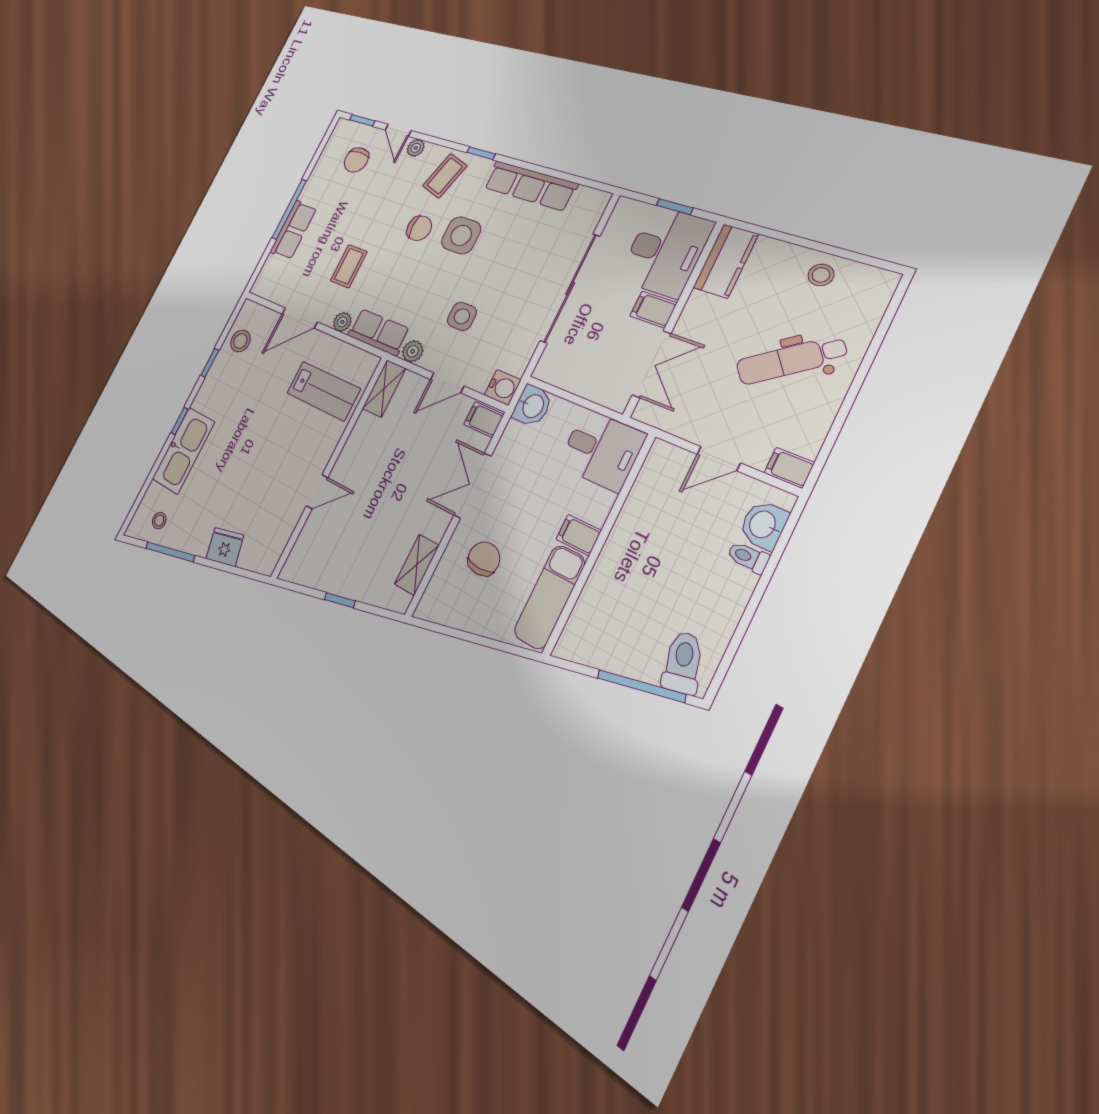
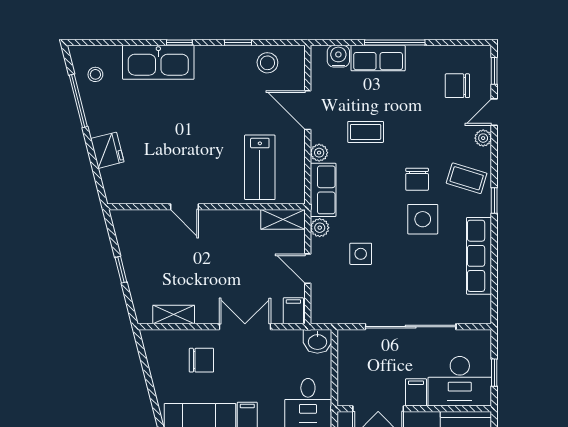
water cooler: (503, 387) -> (338, 56), moved, turned 180

